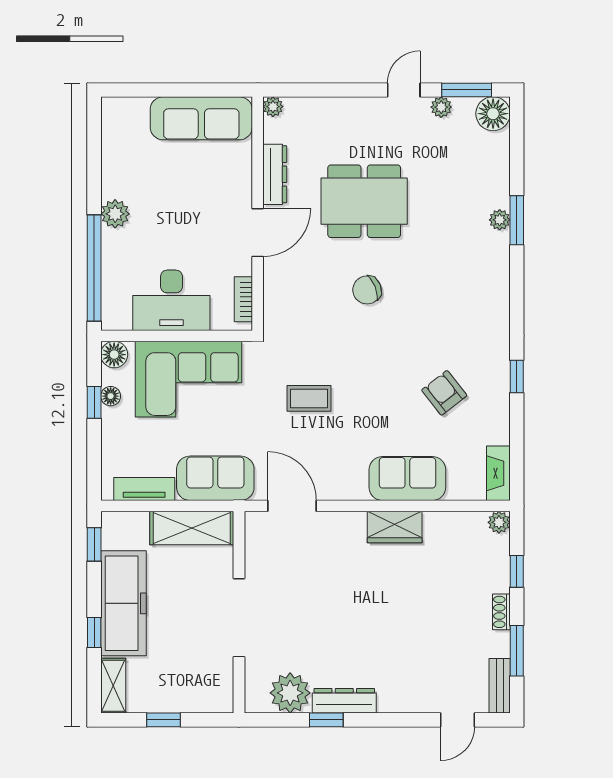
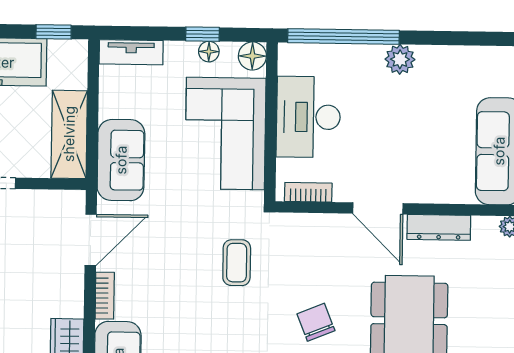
coffee table: (309, 398) -> (237, 263), moved
tv unit: (144, 489) -> (131, 52), moved, turned 90
bookcase: (345, 492) -> (105, 296), added

